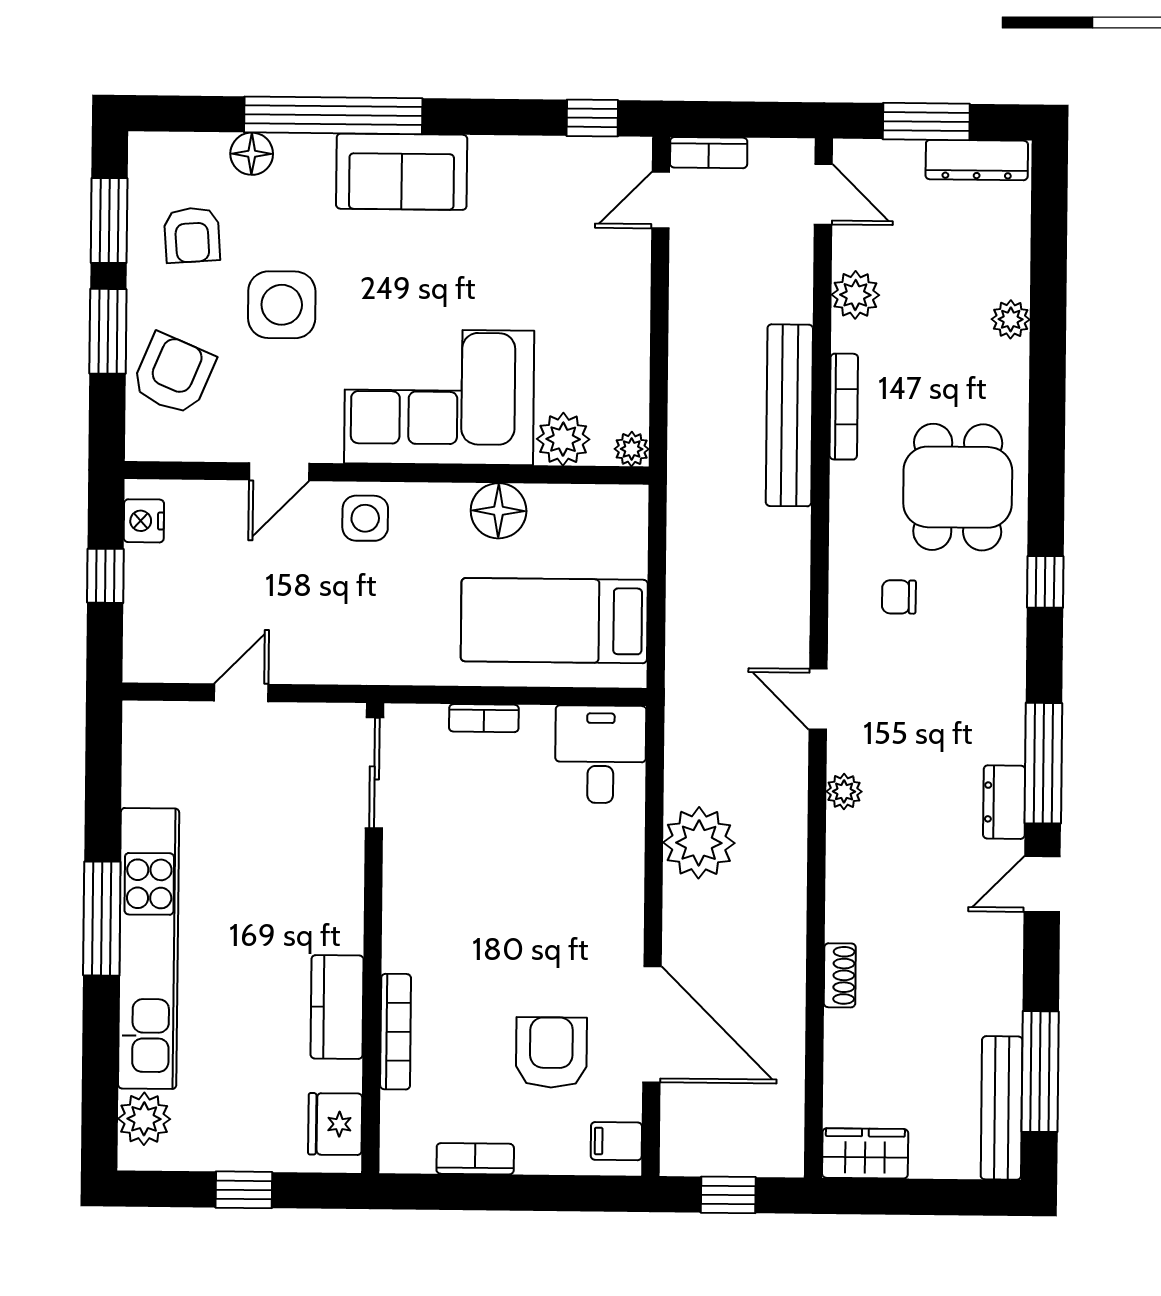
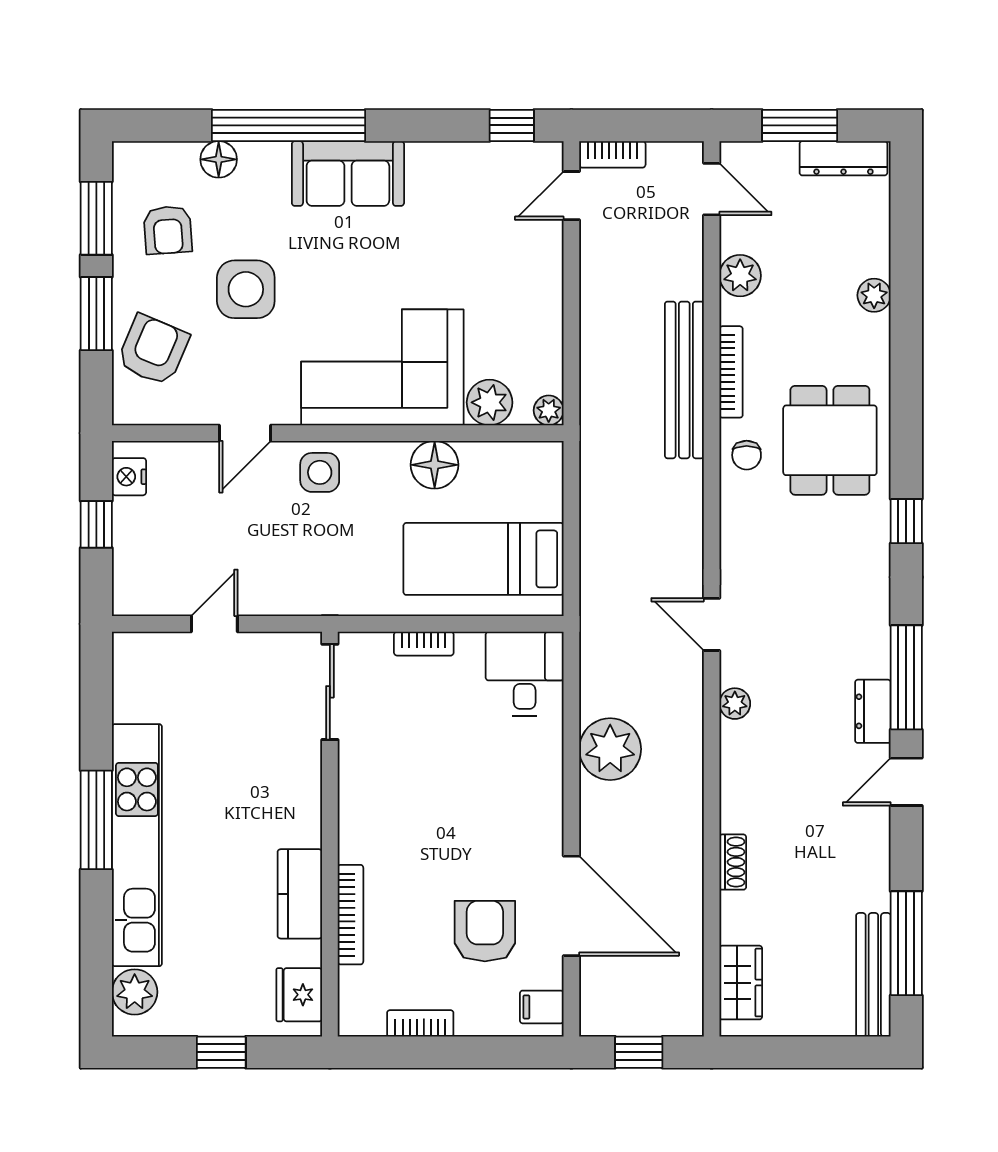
chair: (899, 597) -> (747, 455), moved, turned -90
wardrobe: (865, 1153) -> (741, 983), moved, turned 90

